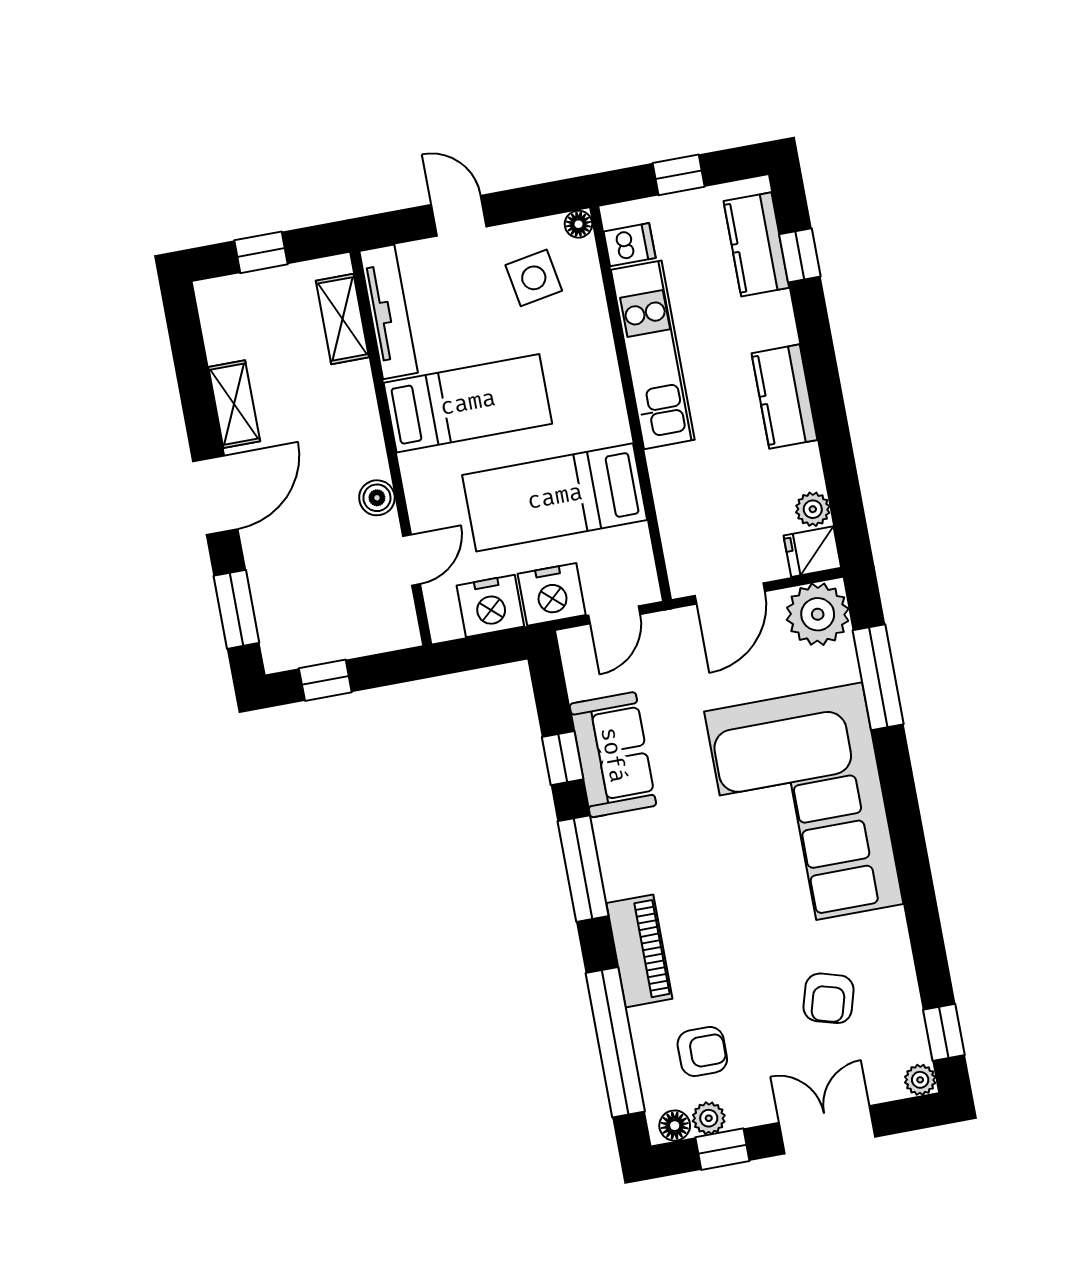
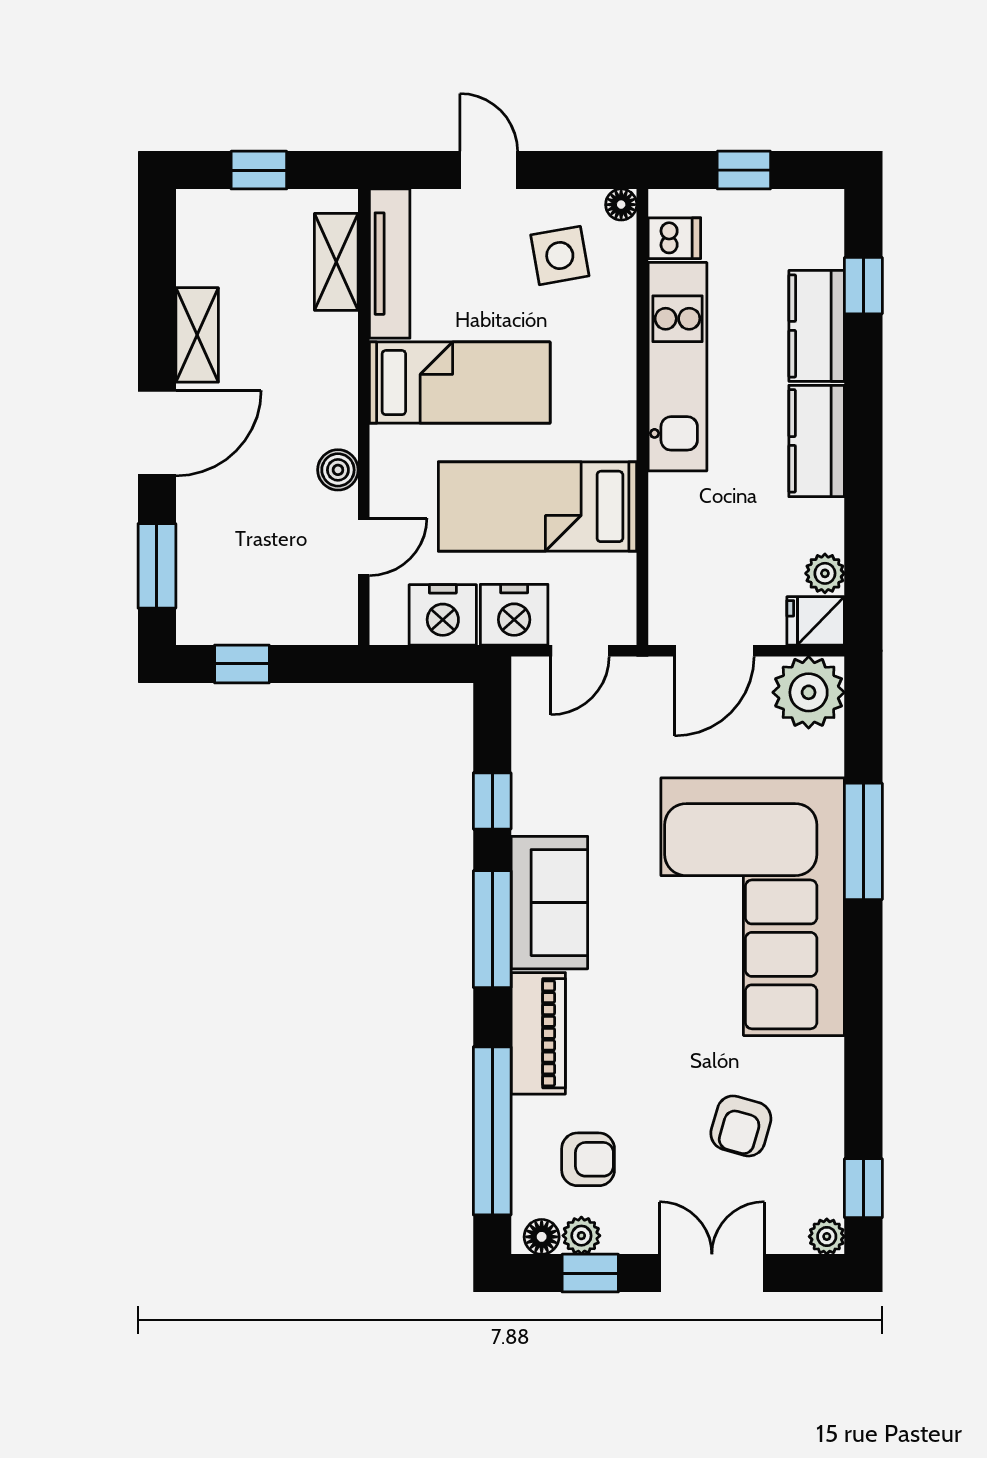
kitchen counter: (756, 244) -> (817, 326), moved
window: (878, 677) -> (863, 841), moved
sofa: (613, 755) -> (549, 903), moved

